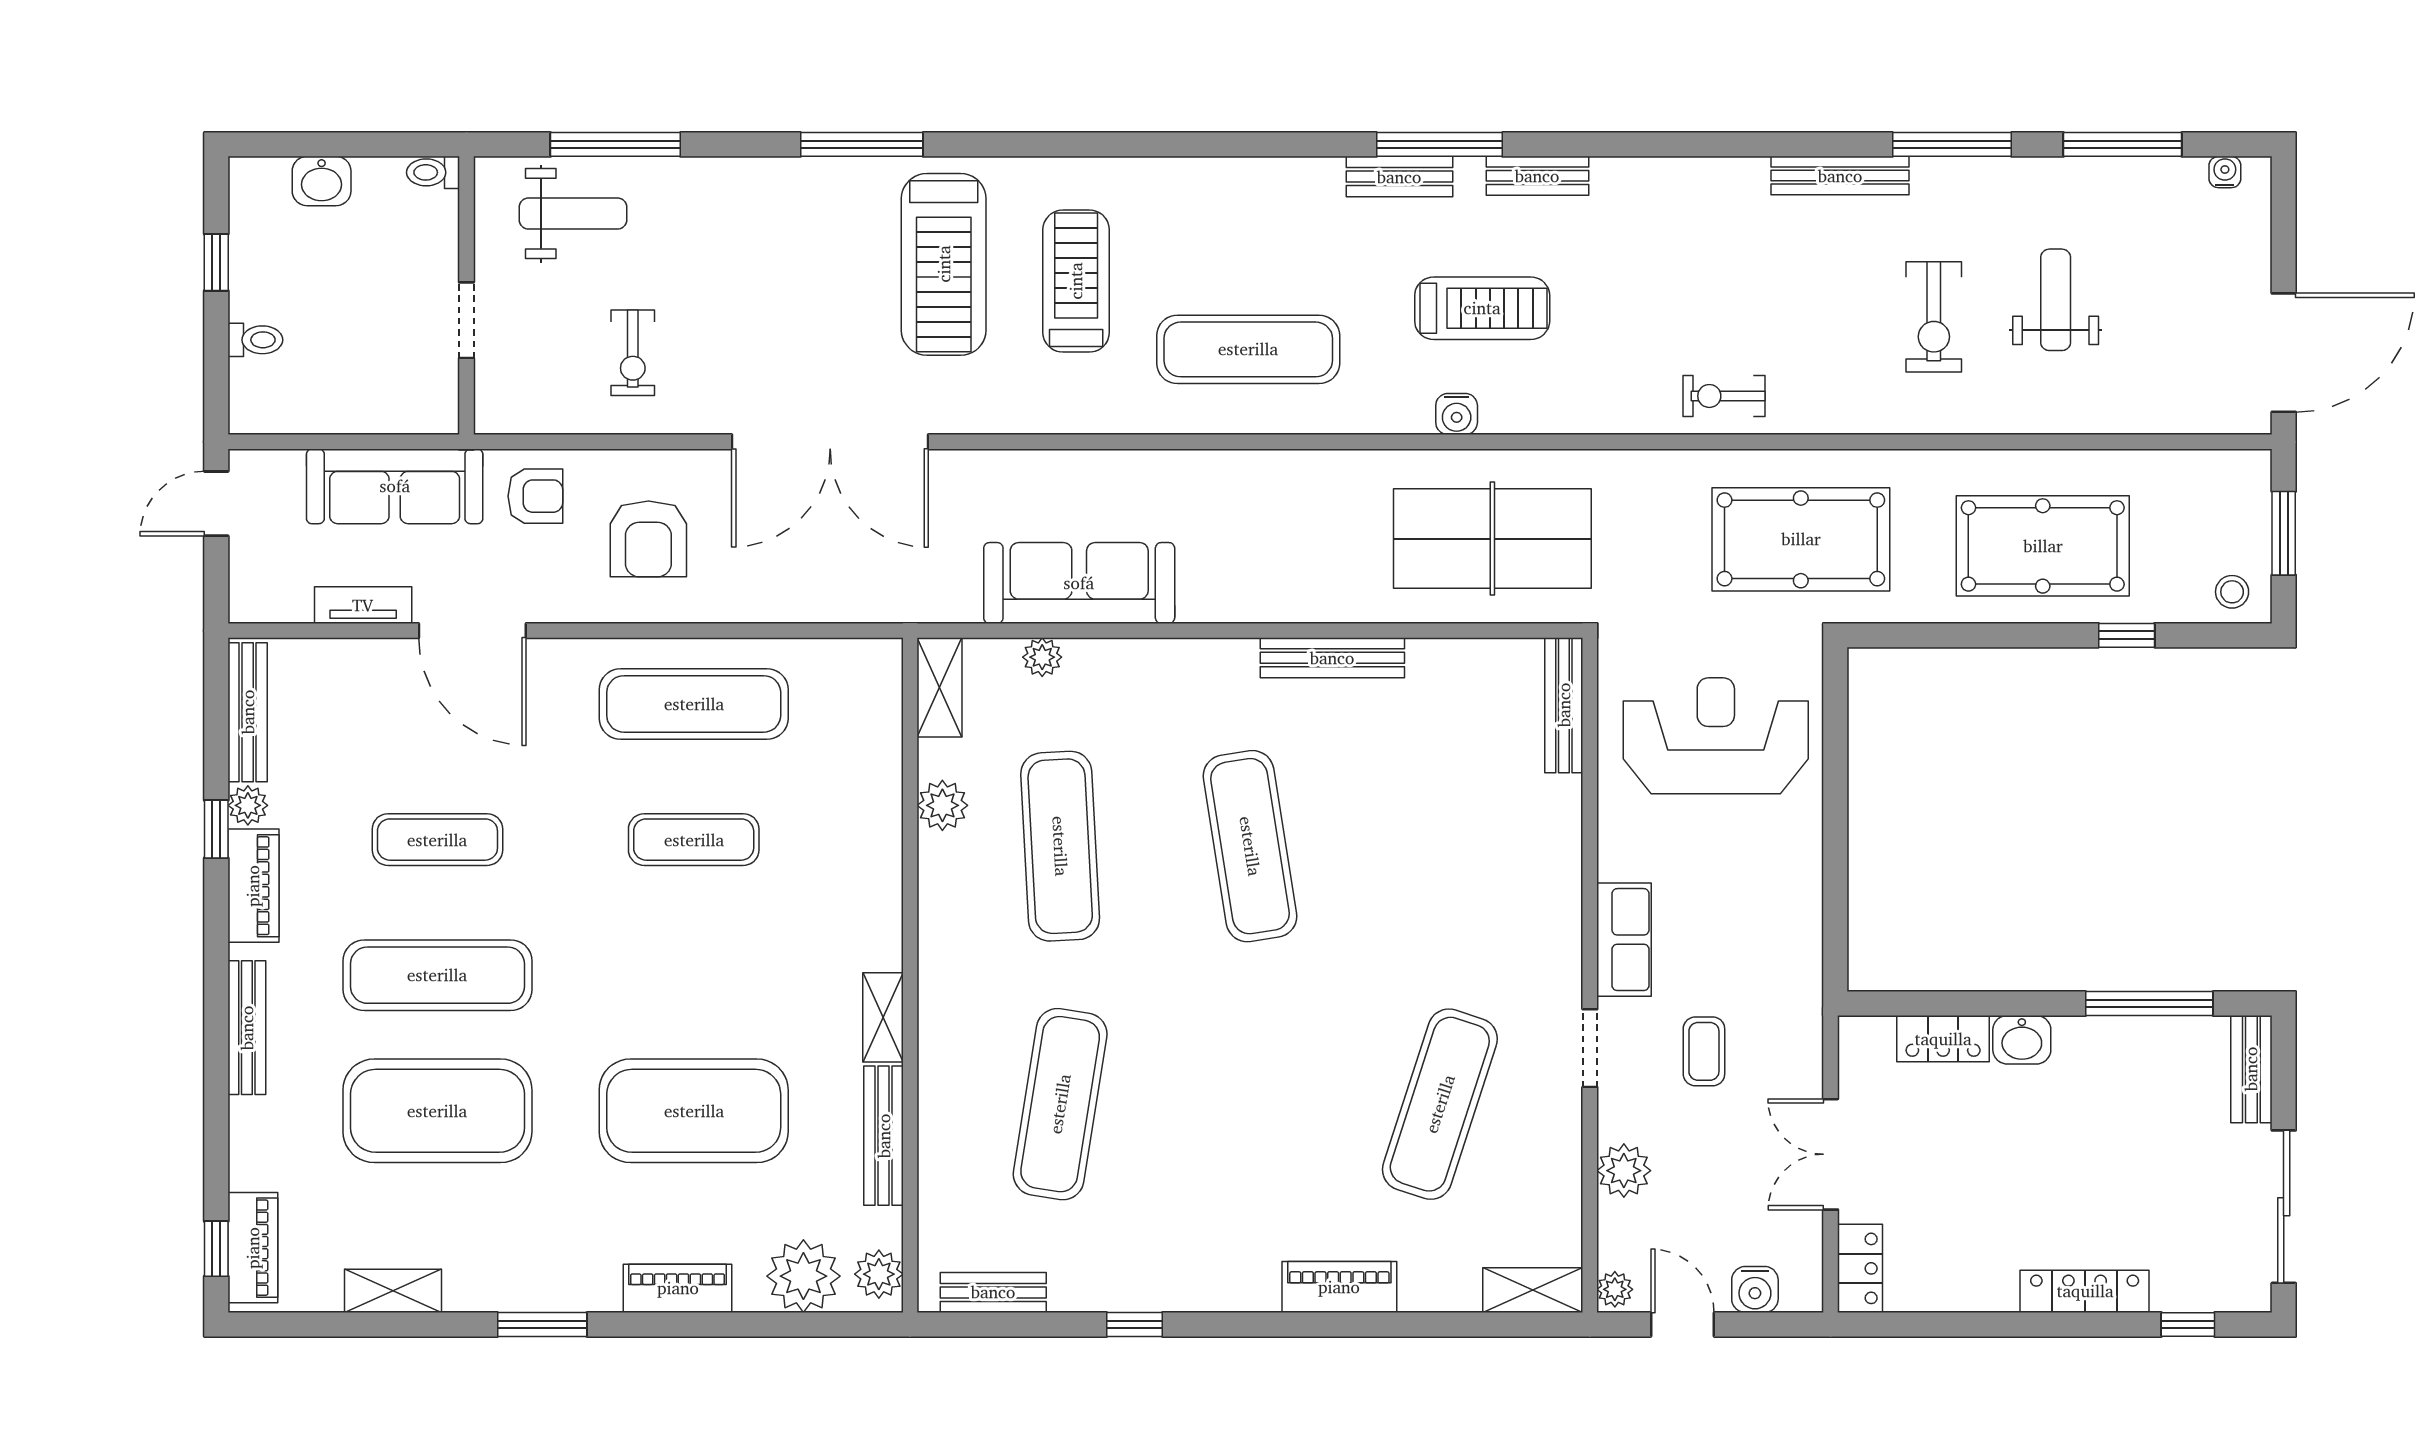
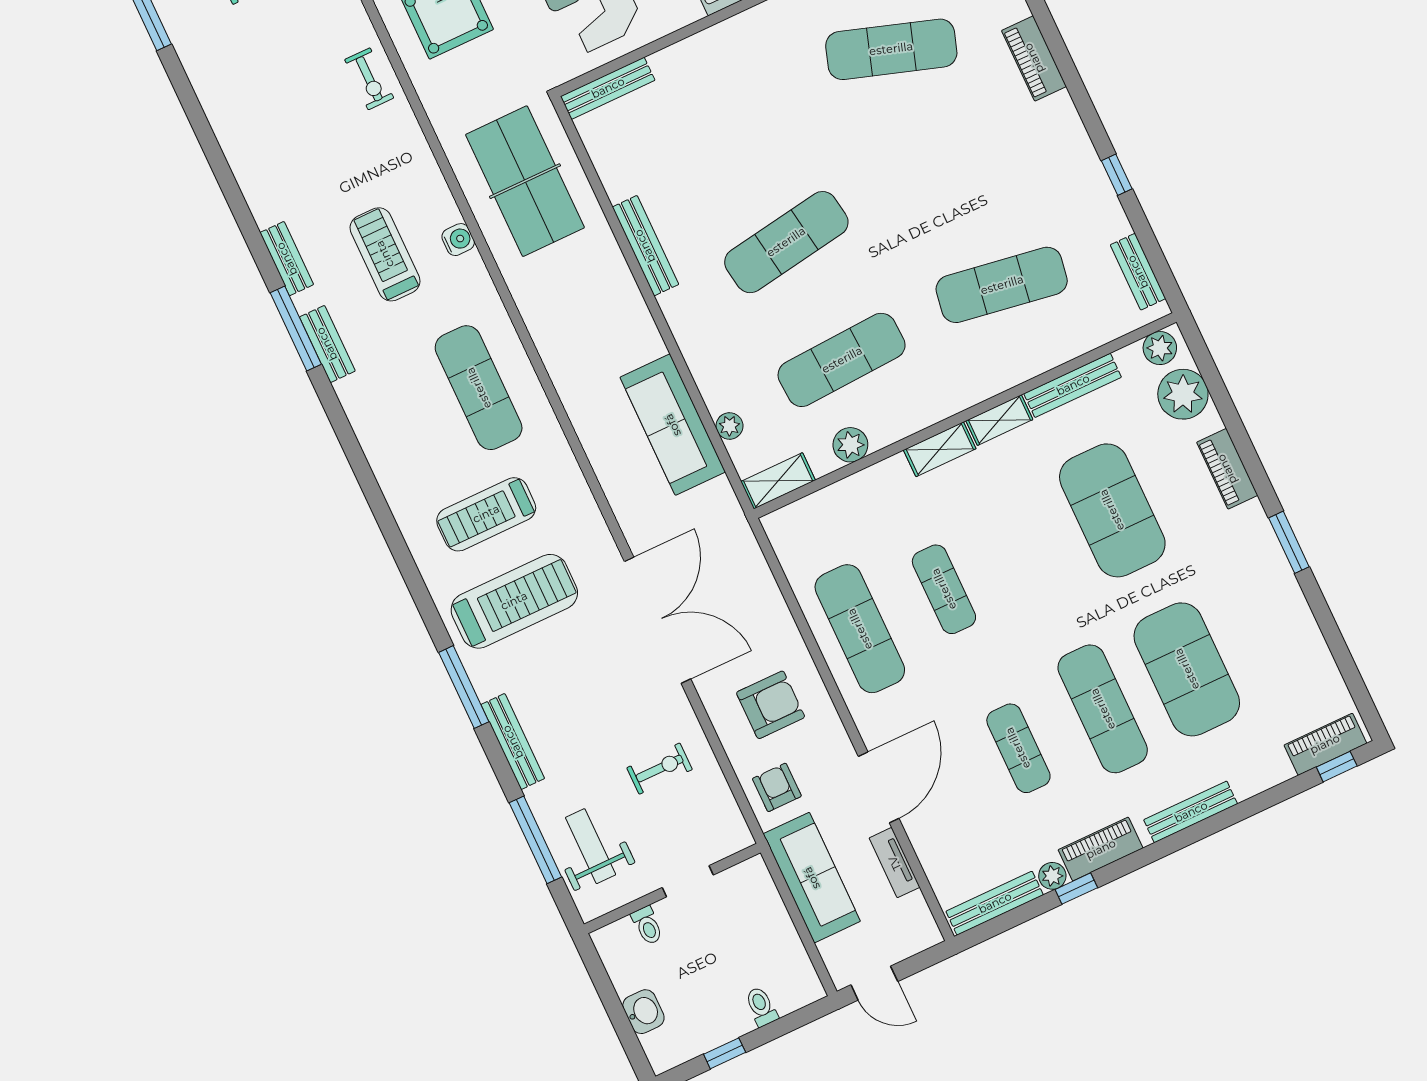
toilet: (433, 172) -> (647, 925), moved
bench: (1840, 176) -> (513, 742), moved
shelving: (393, 1291) -> (940, 449), moved, turned 90

